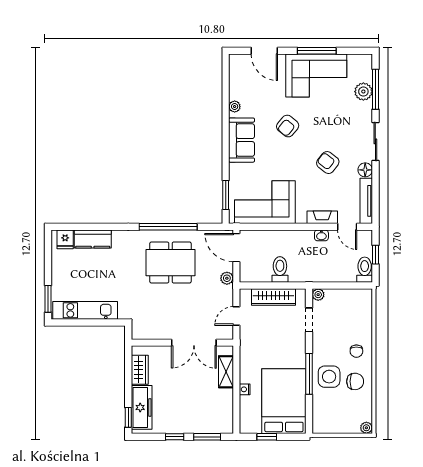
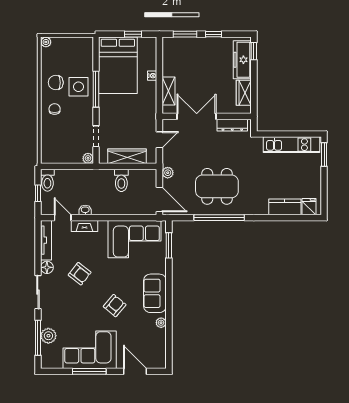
dresser: (153, 333) -> (232, 125), added

